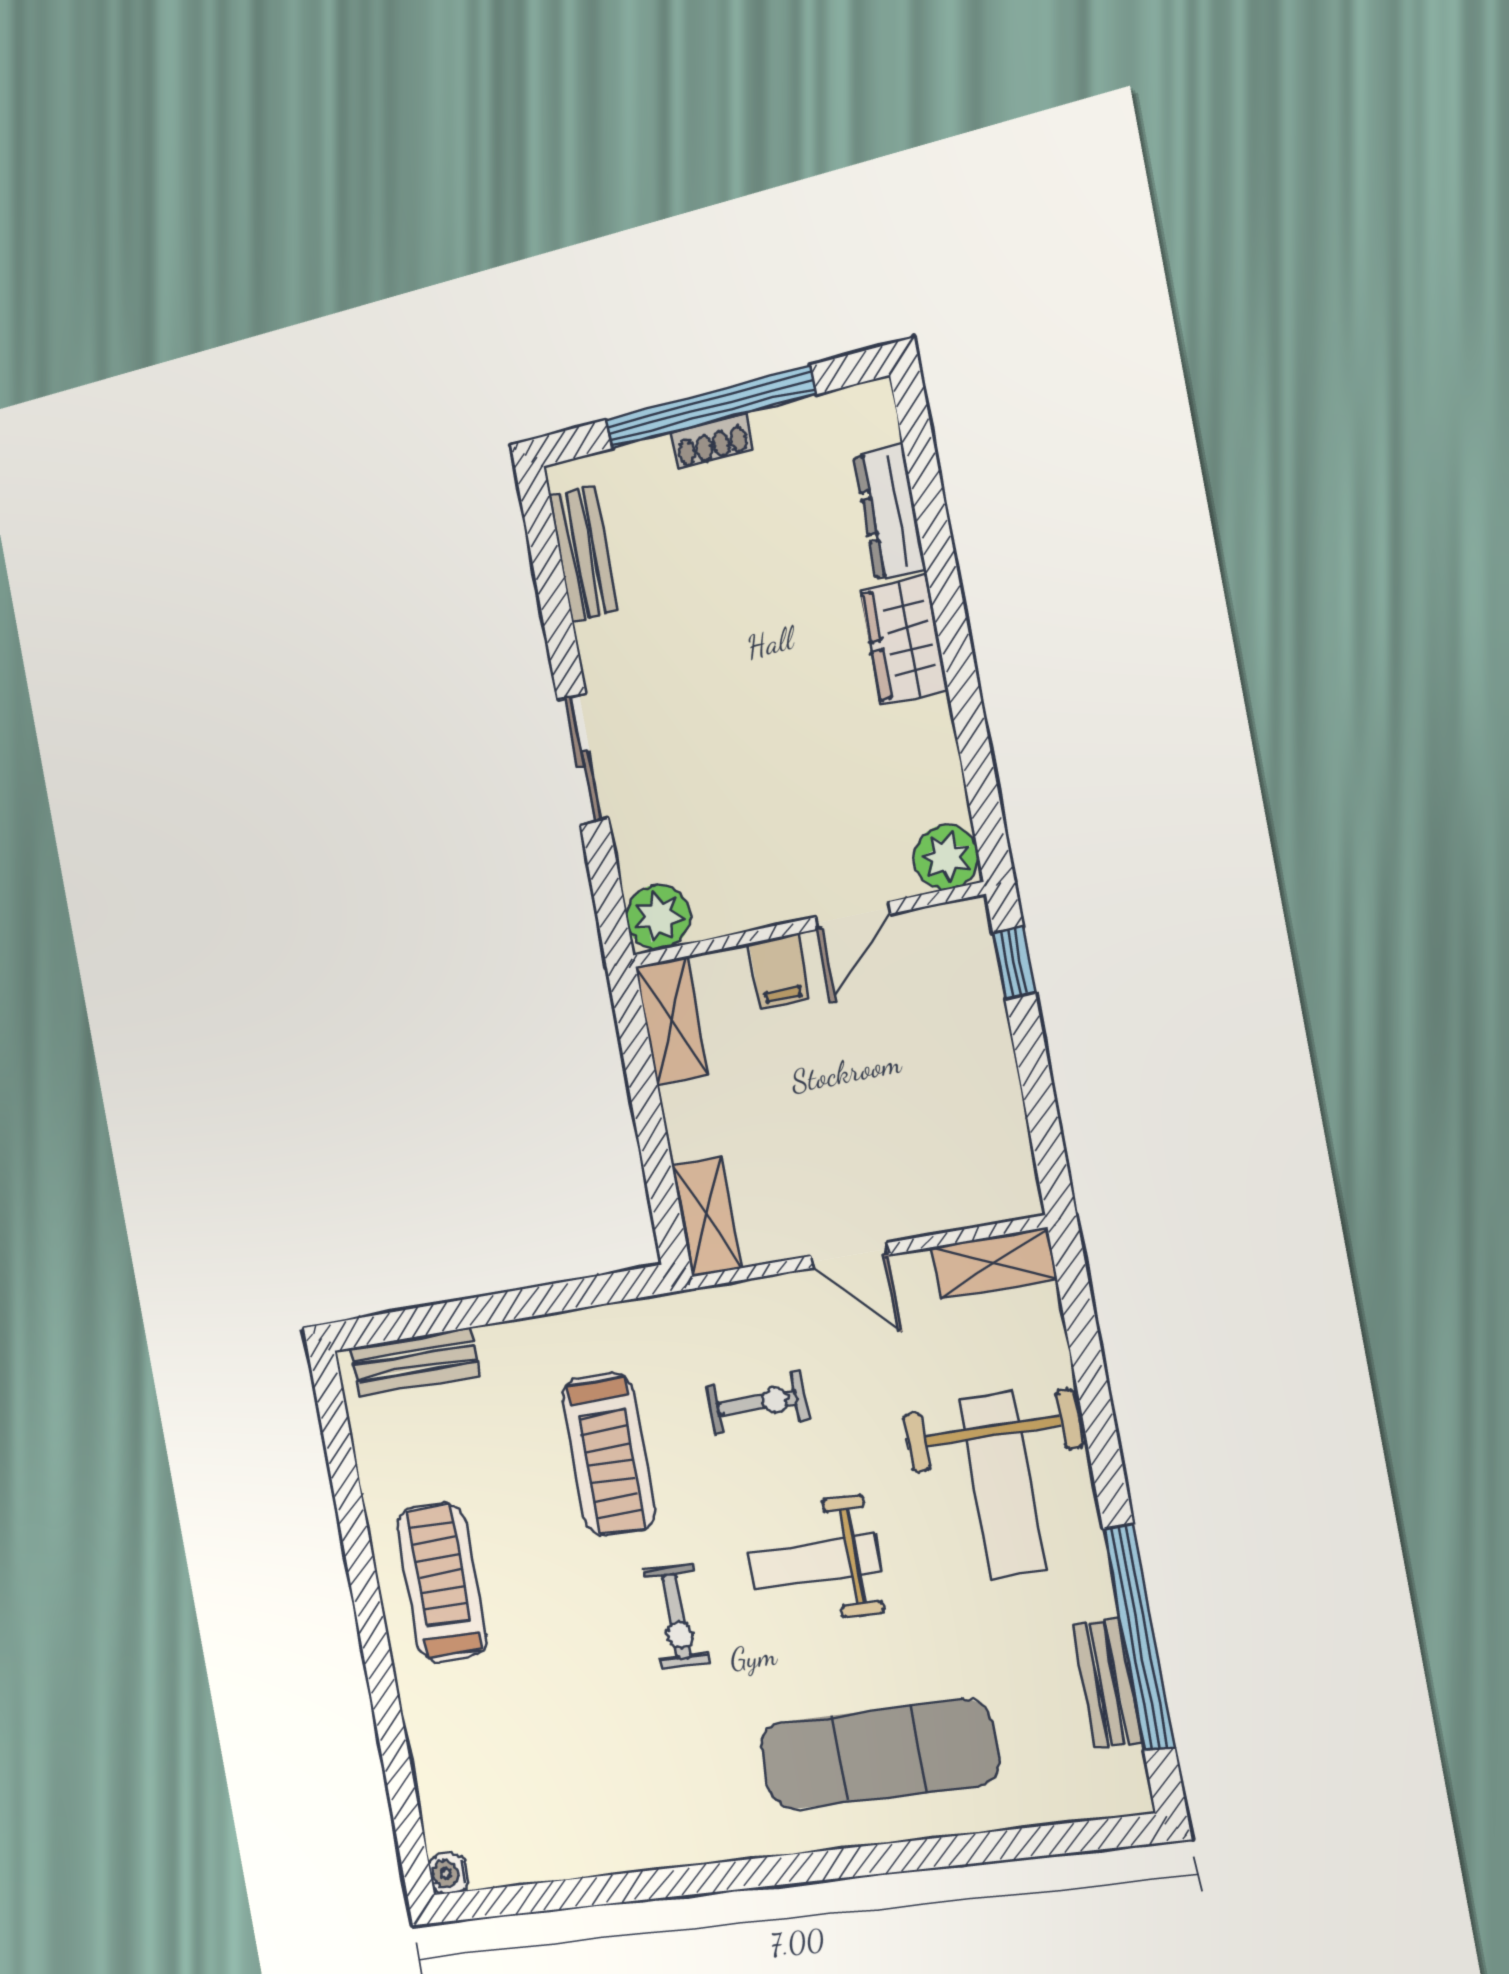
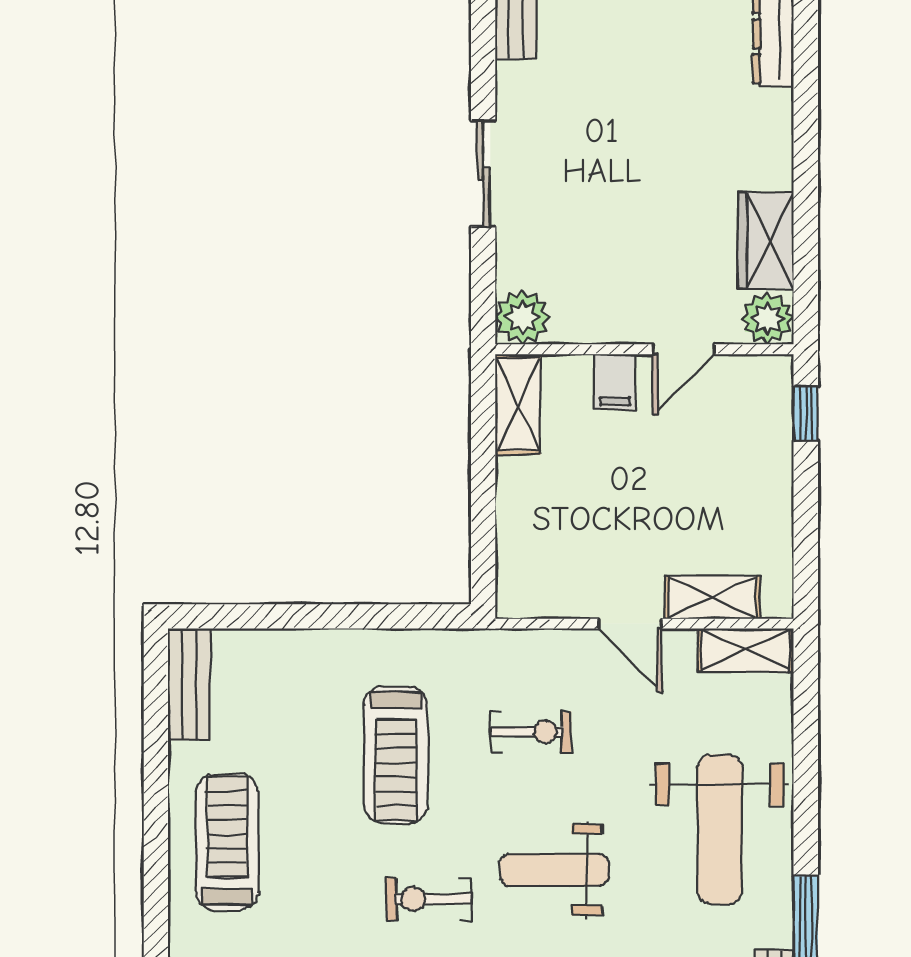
wardrobe: (904, 640) -> (766, 240), moved
shelving: (706, 1217) -> (712, 597), moved, turned 90
bench: (414, 1362) -> (189, 684), moved, turned 90
exercise bike: (677, 1616) -> (429, 899), turned 90

